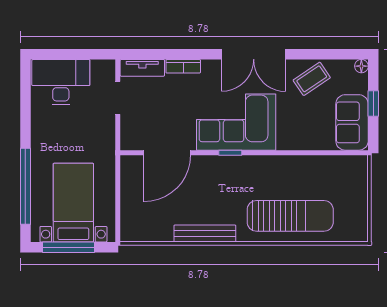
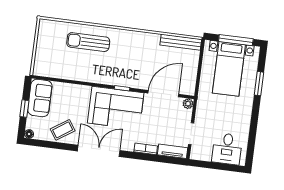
desk: (61, 82) -> (227, 149), width x0.73
plant: (128, 142) -> (188, 104), added
window: (25, 186) -> (259, 84), width x0.47
sun lounger: (290, 216) -> (88, 42), width x0.73, depth x0.75
bench: (205, 233) -> (181, 42), moved

